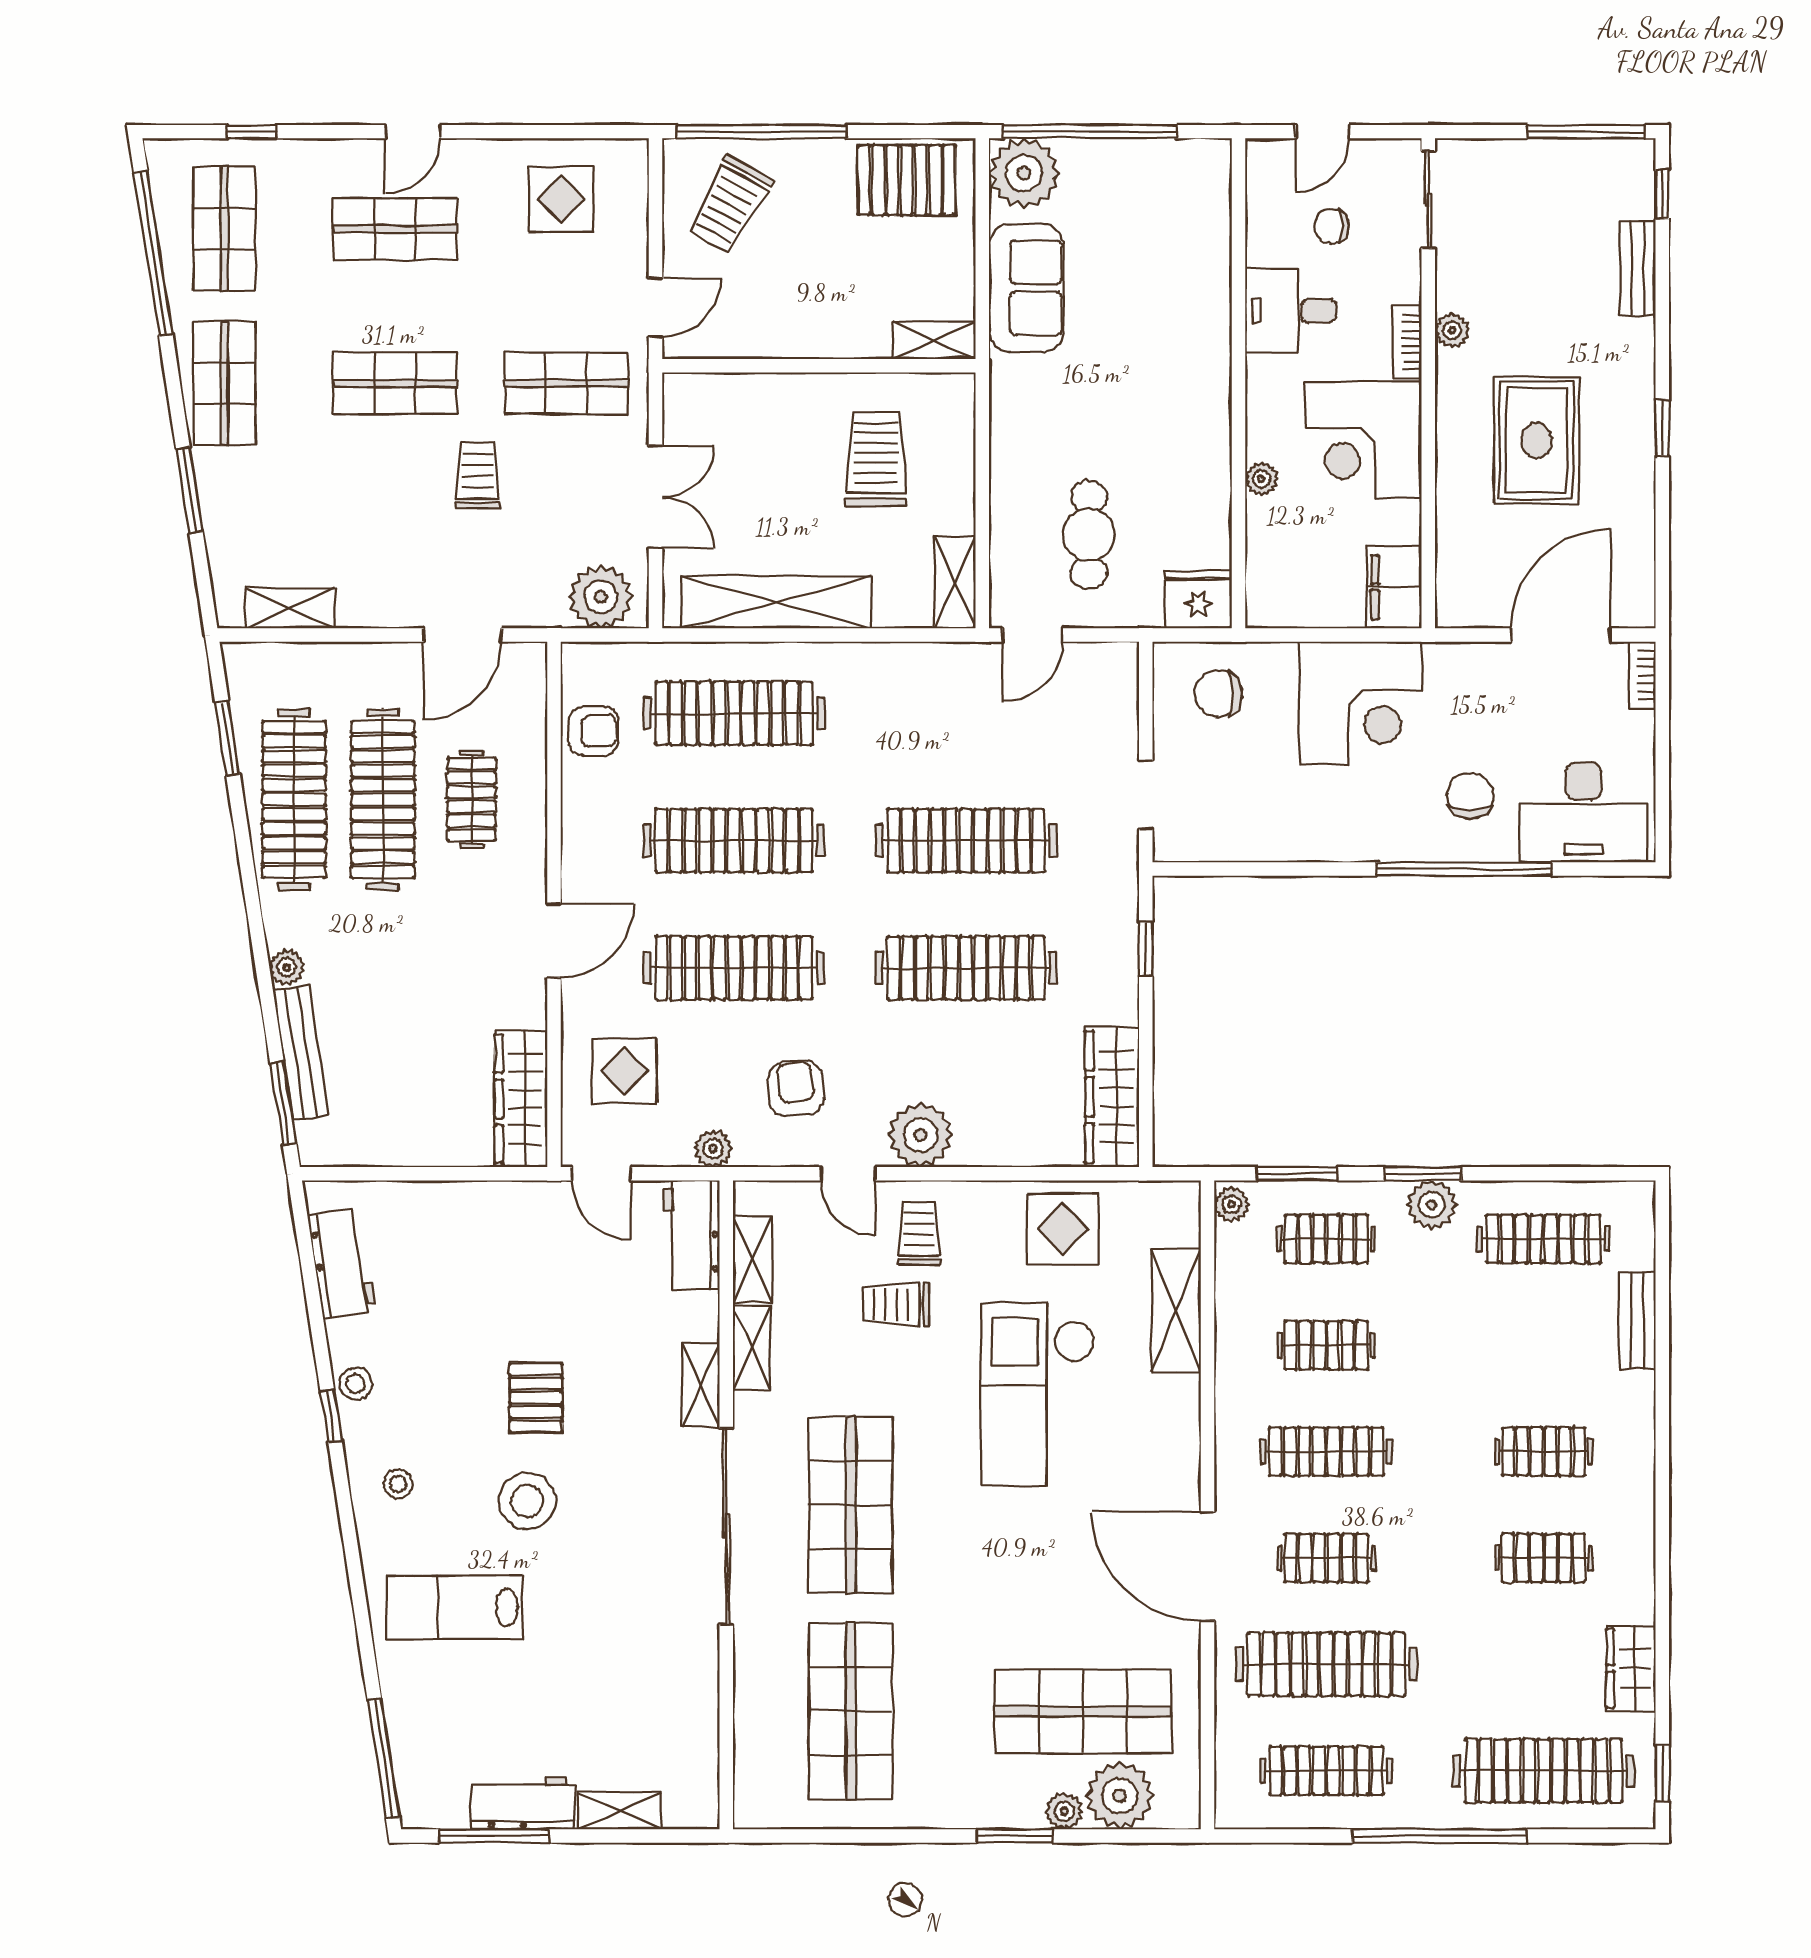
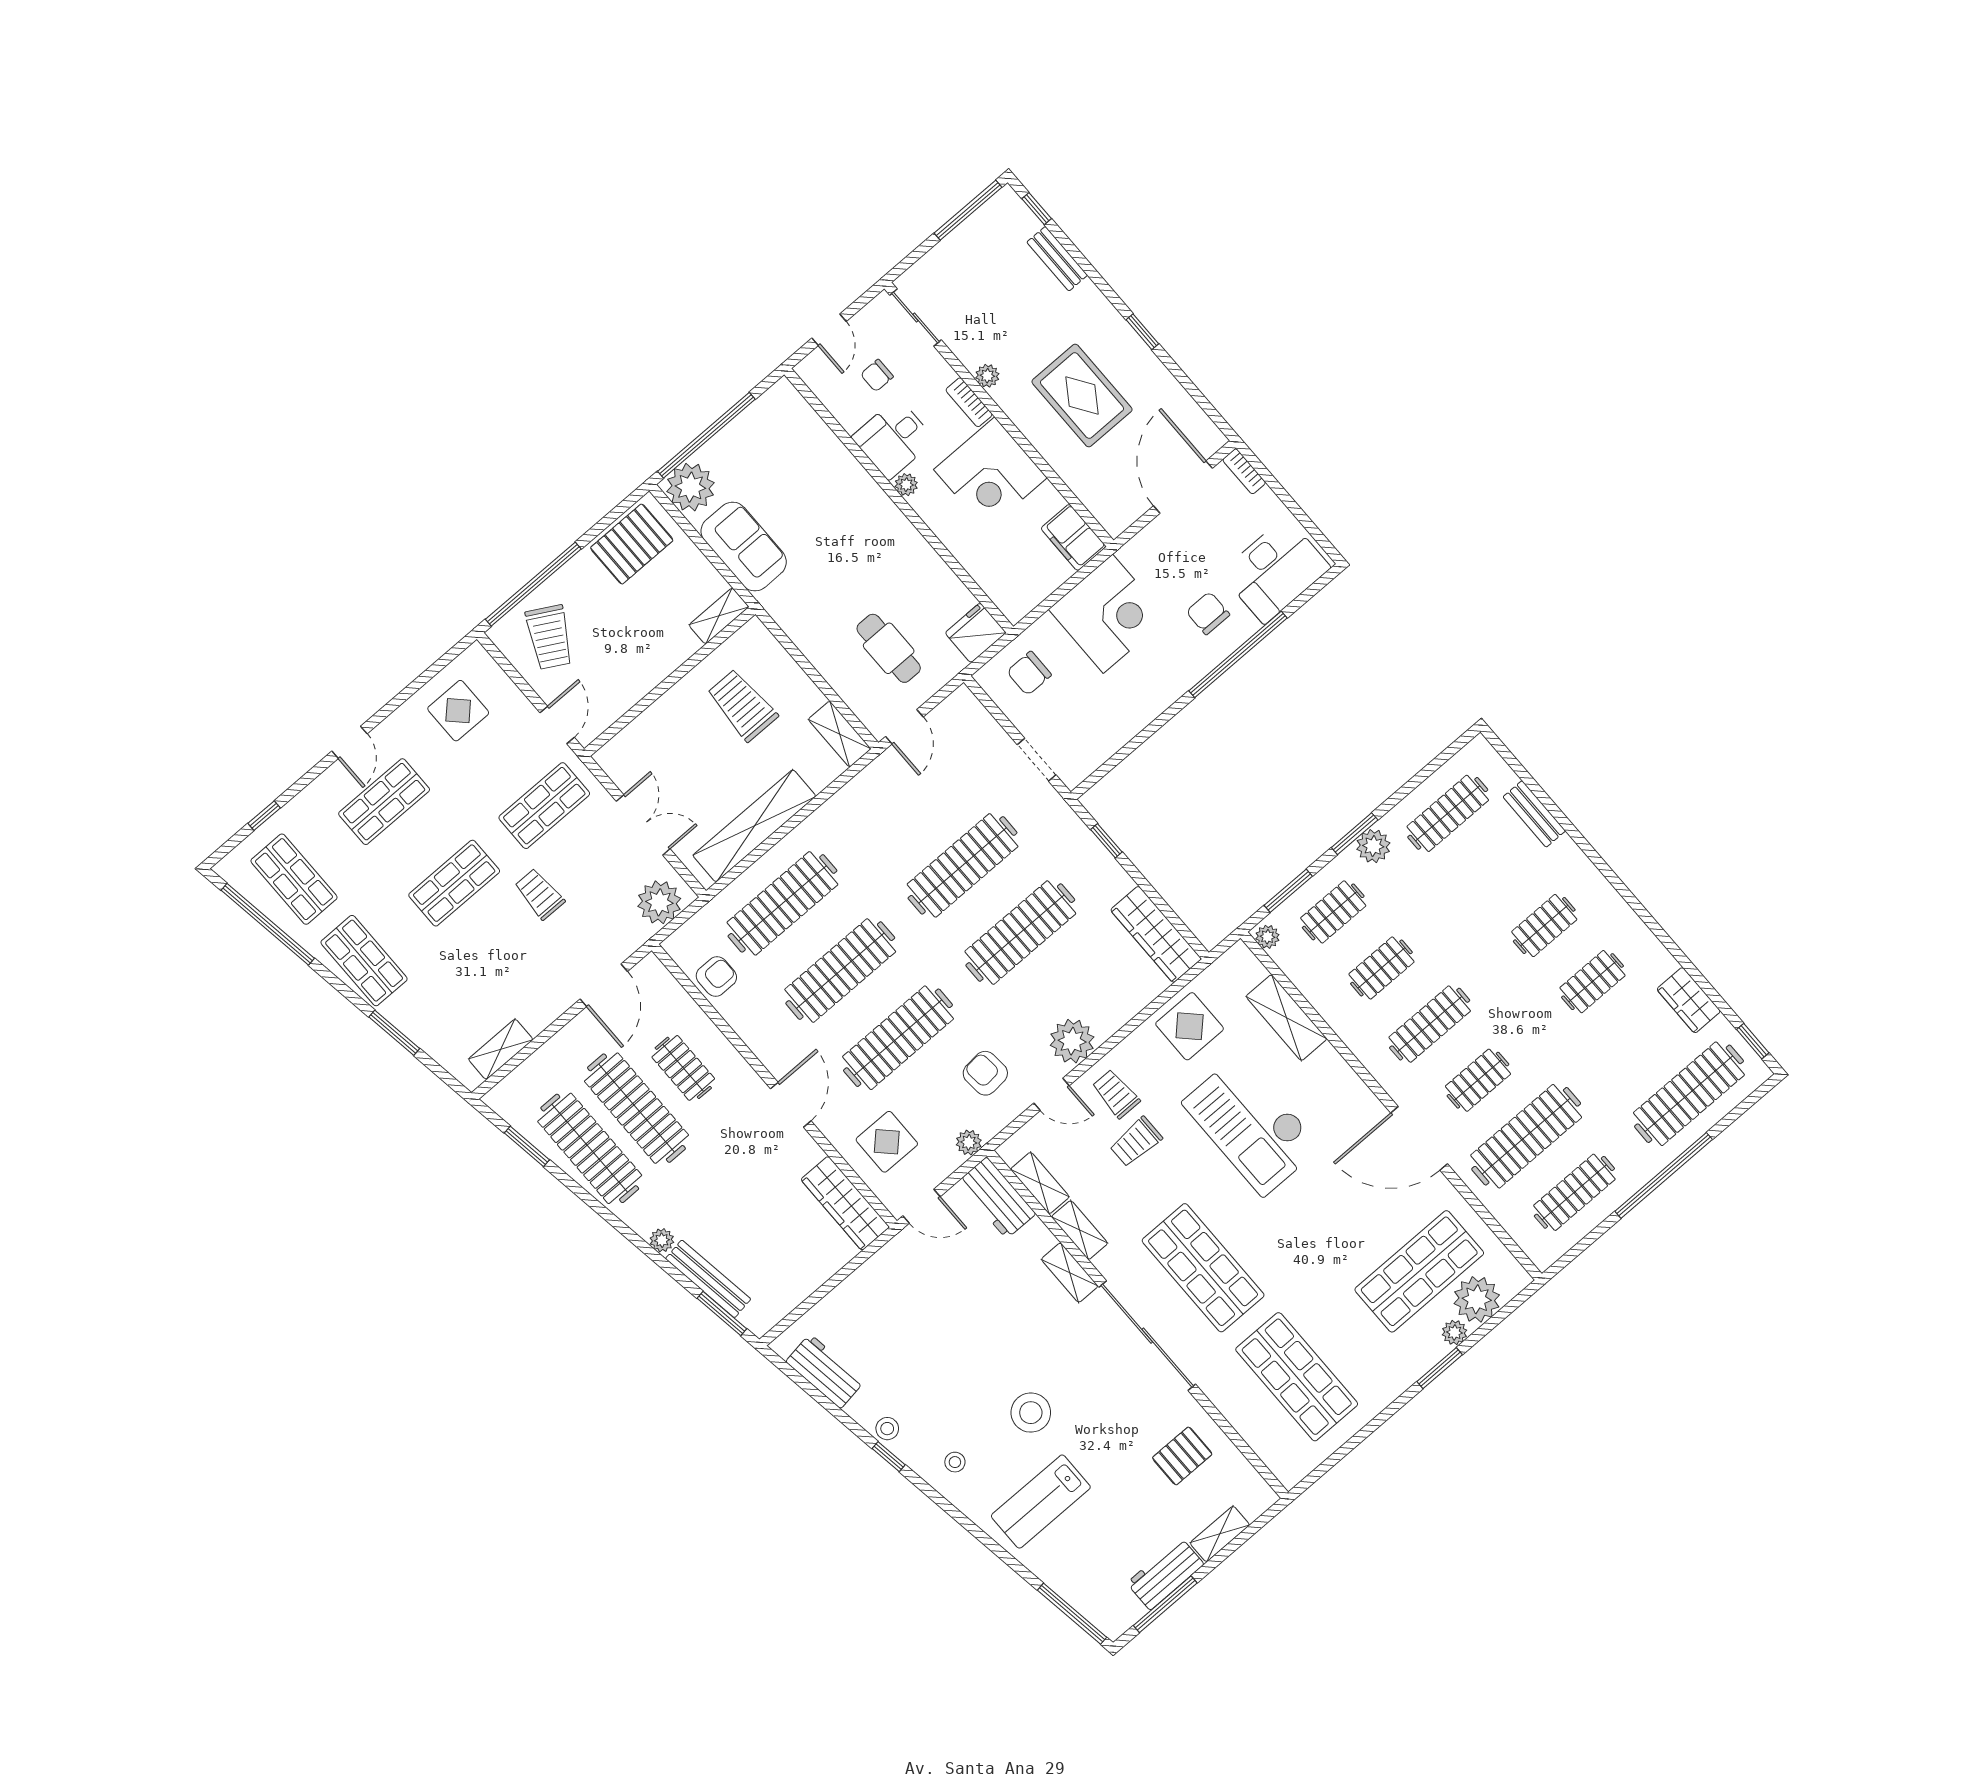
plant: (1262, 479) -> (906, 485), moved
pallet: (536, 1398) -> (1182, 1456), moved, turned 90

